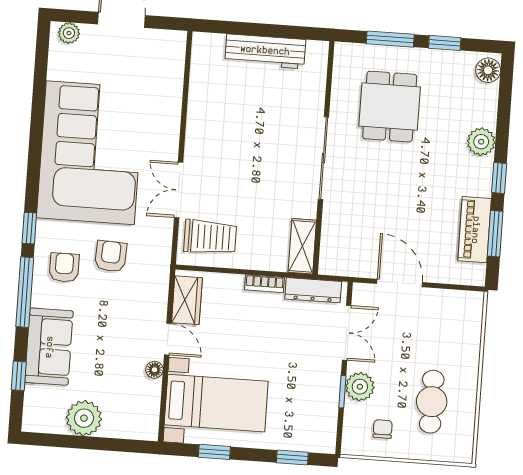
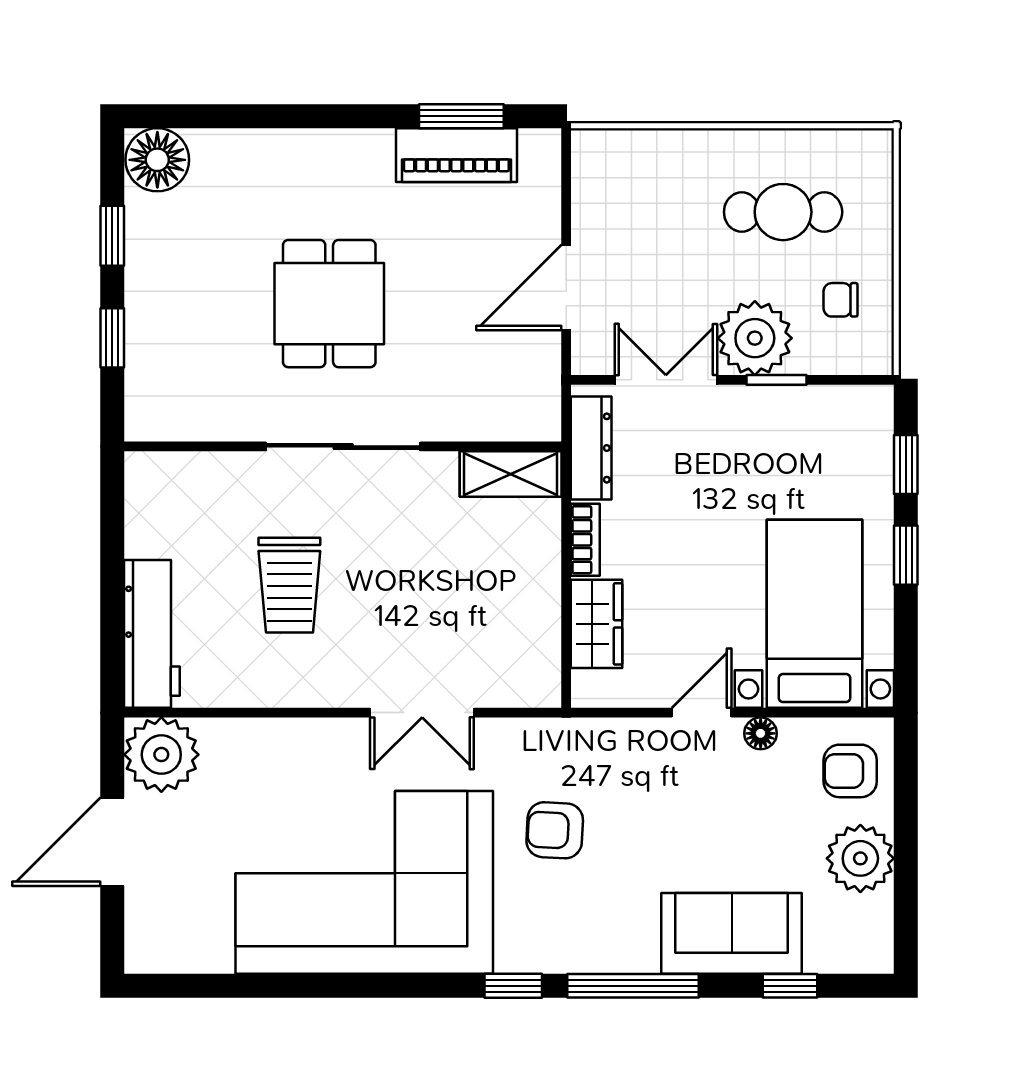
plant: (69, 33) -> (161, 755), moved, width x1.88, depth x1.88
window: (390, 39) -> (112, 338), width x0.67
workbench: (265, 51) -> (152, 634), moved
floor lamp: (488, 70) -> (157, 160), width x1.38, depth x1.38
dining table: (390, 107) -> (329, 304), moved, turned 90
plant: (481, 142) -> (291, 154), removed
window: (499, 178) -> (357, 116), removed
trolley: (210, 237) -> (289, 585), moved, turned 180
armchair: (64, 267) -> (850, 771), moved
wardrobe: (187, 300) -> (596, 624), moved, turned 90
plant: (360, 387) -> (755, 338), width x1.36, depth x1.36
window: (214, 452) -> (906, 555), moved

